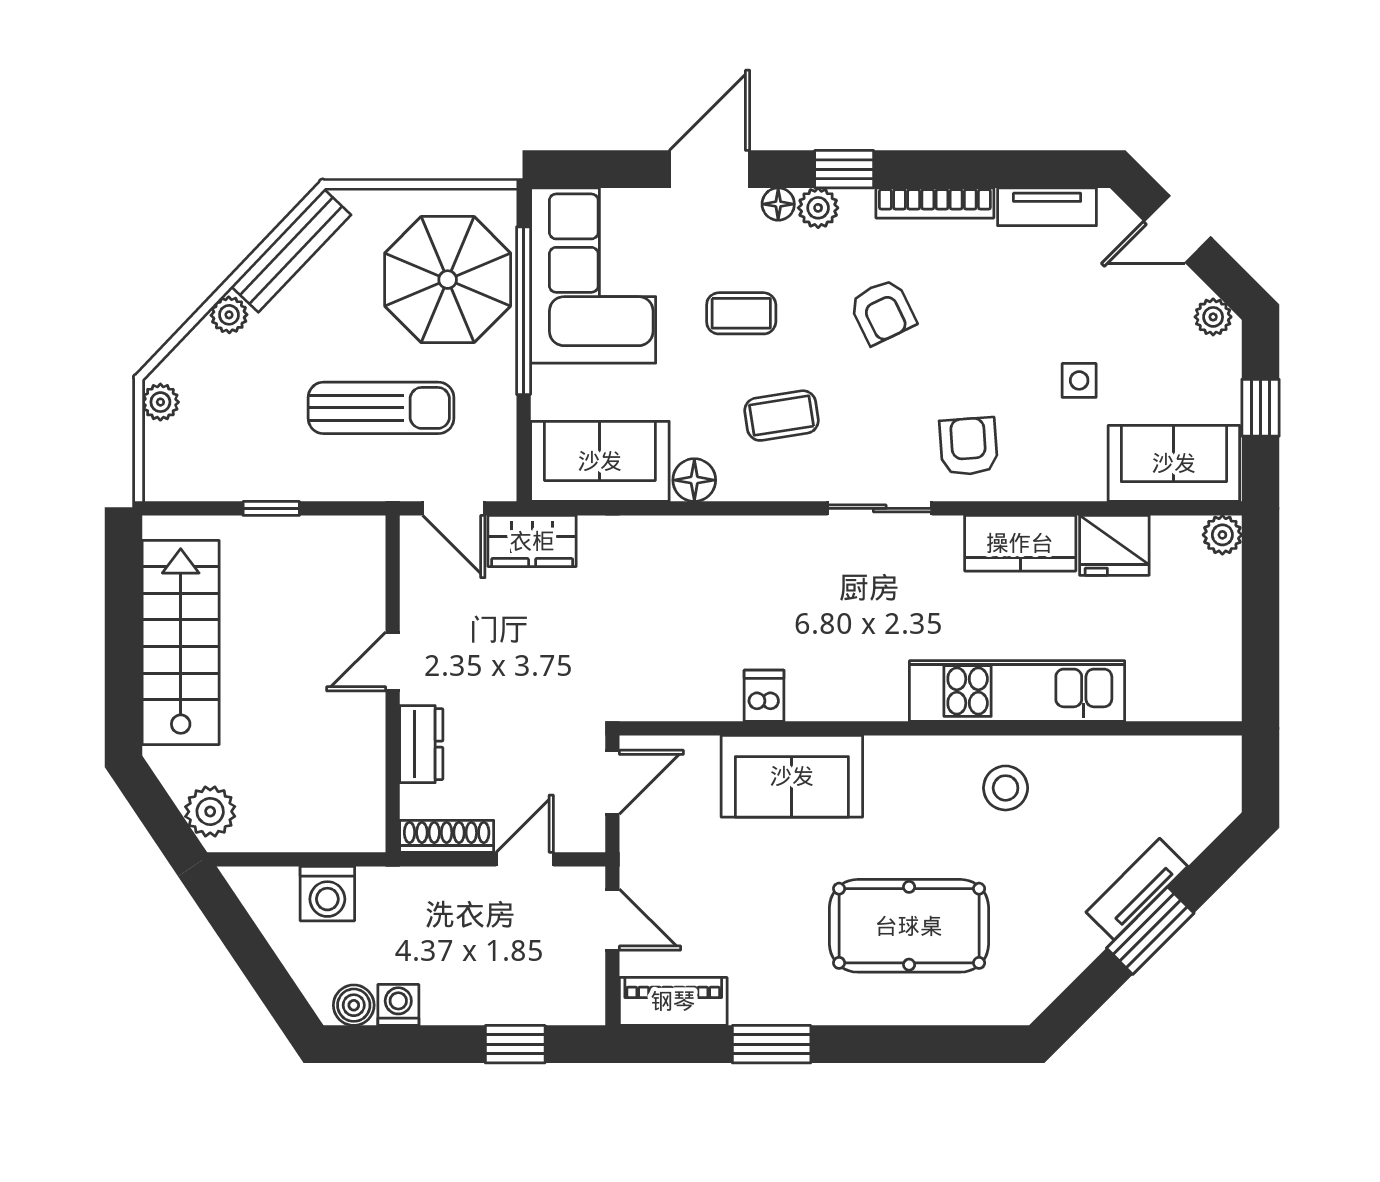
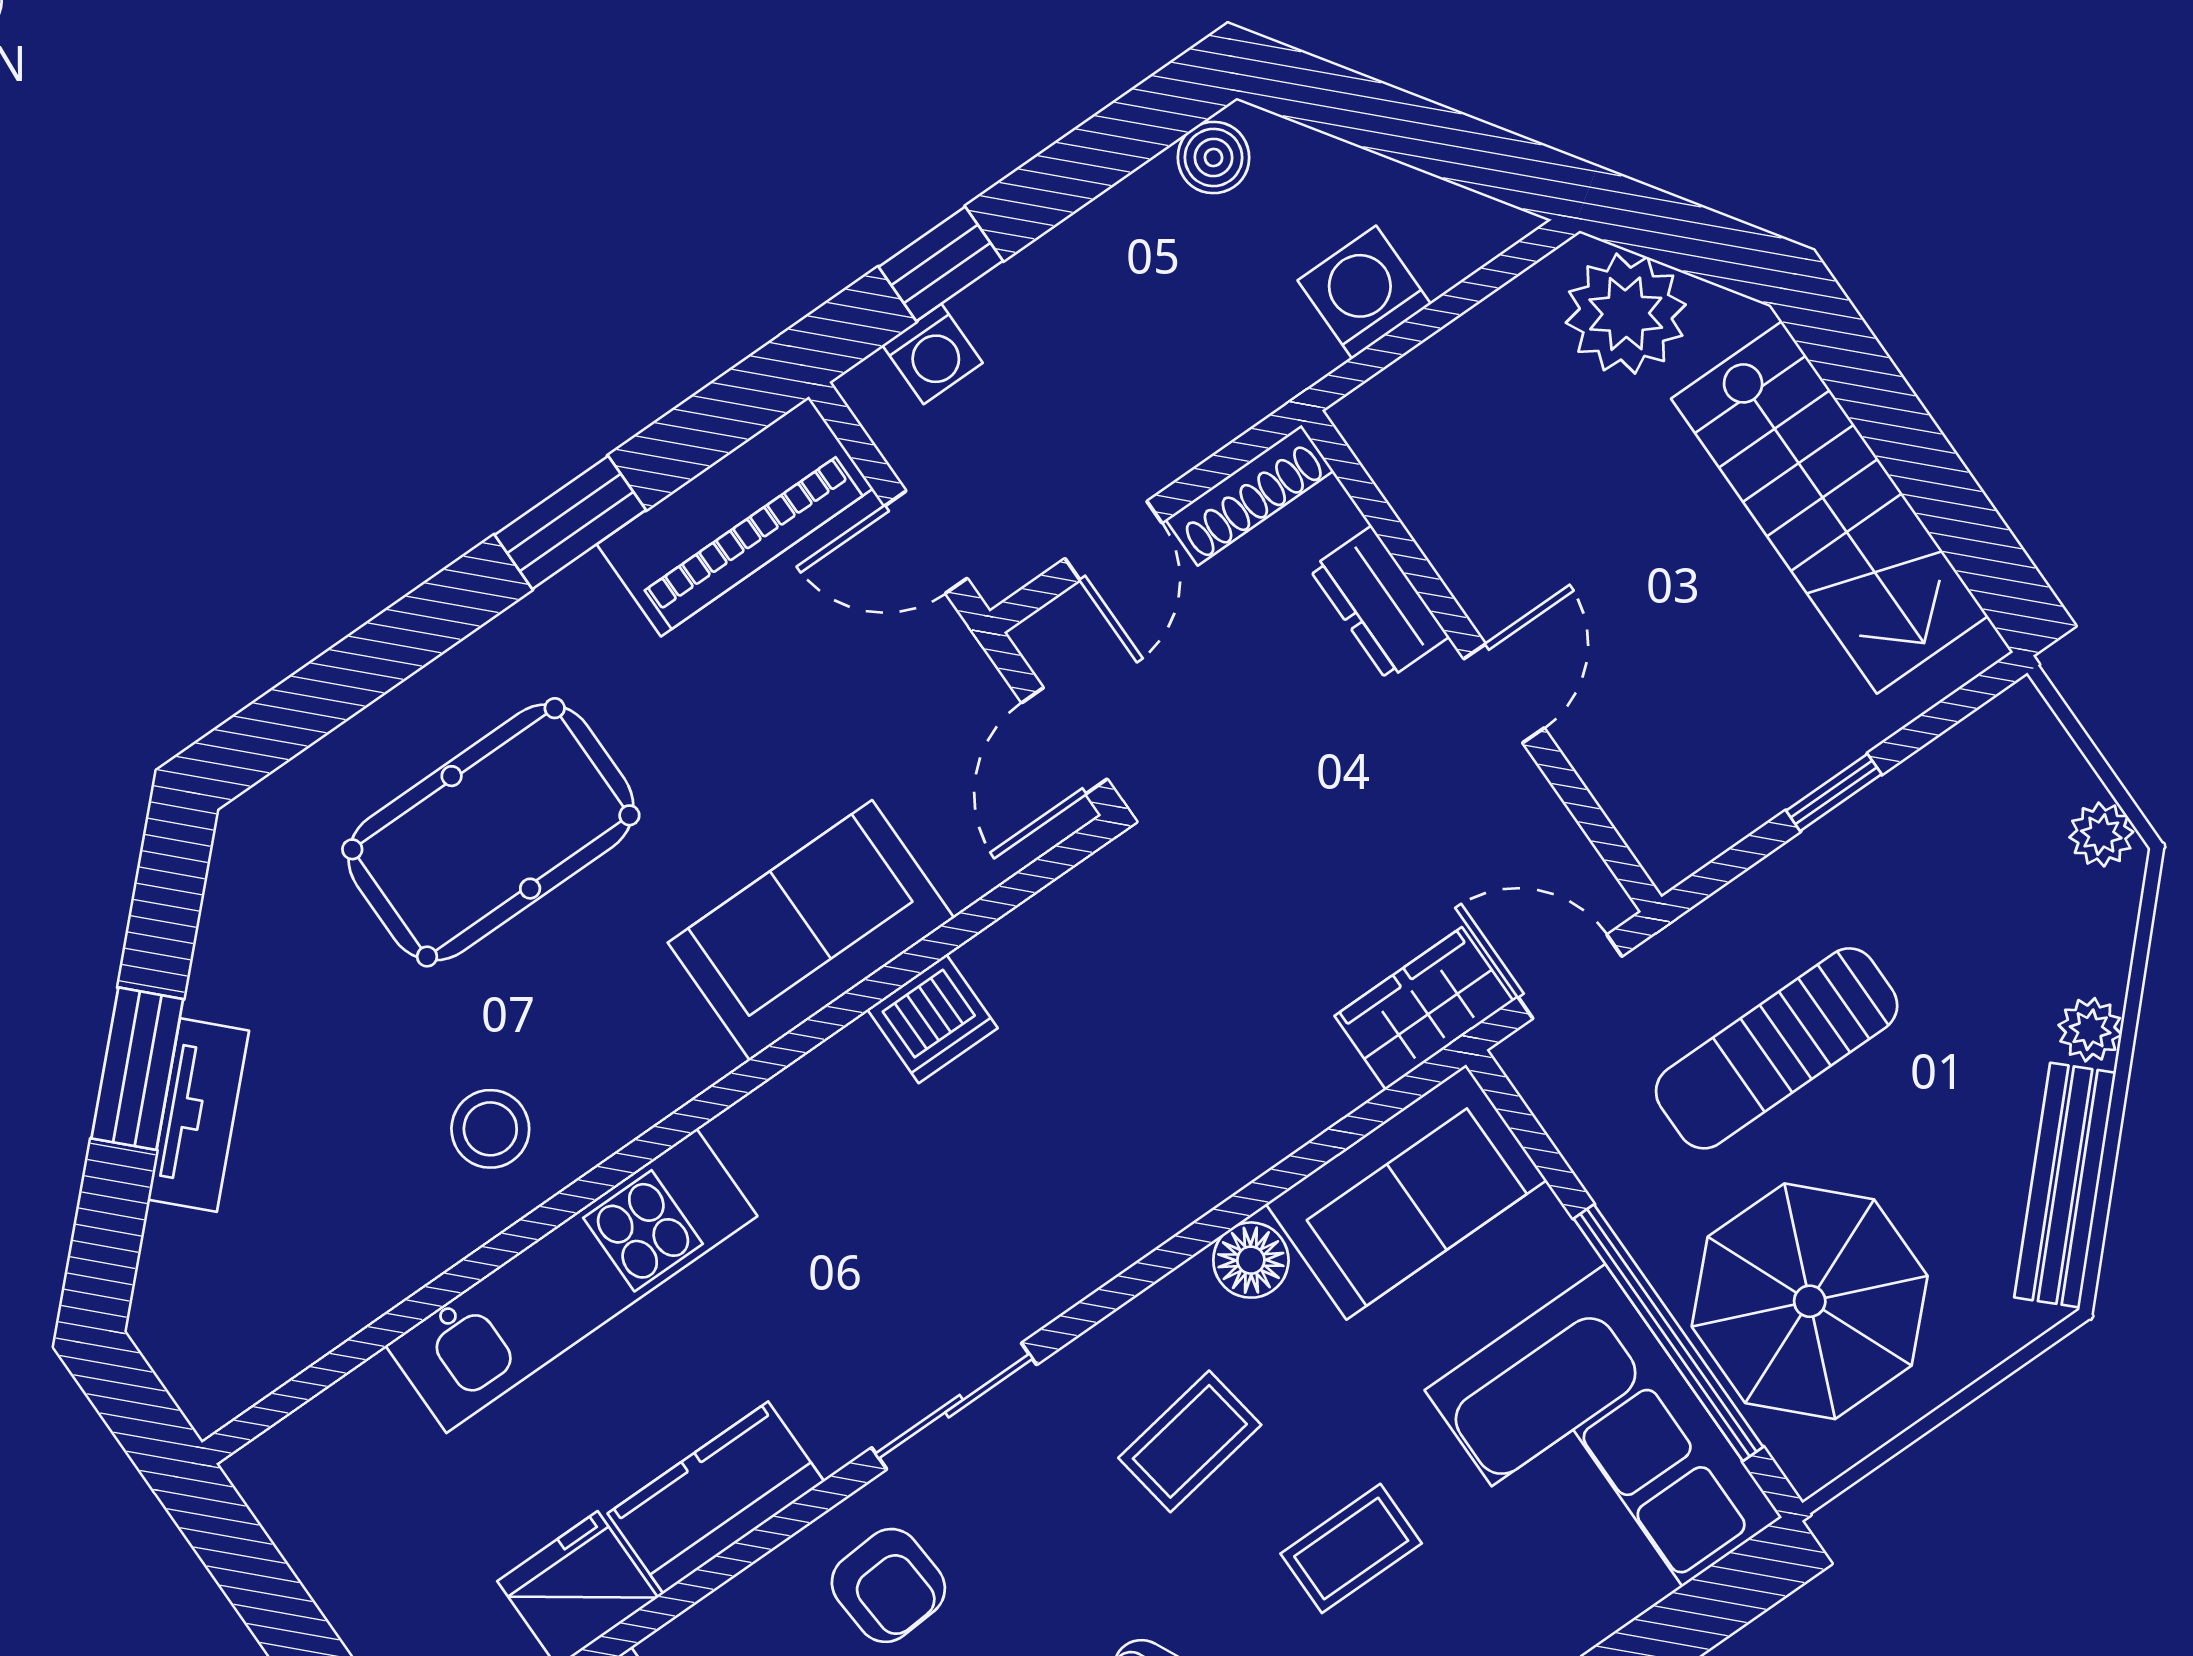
dishwasher: (764, 696) -> (932, 1019), width x1.38
plant: (210, 811) -> (1626, 314), width x1.36, depth x1.36
piano: (673, 1001) -> (735, 516), width x1.37, depth x1.33
washing machine: (398, 1005) -> (933, 354), moved

